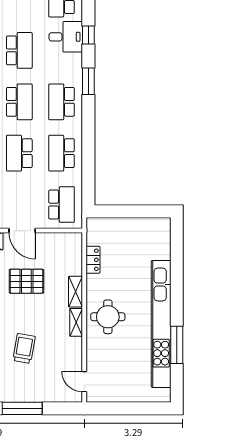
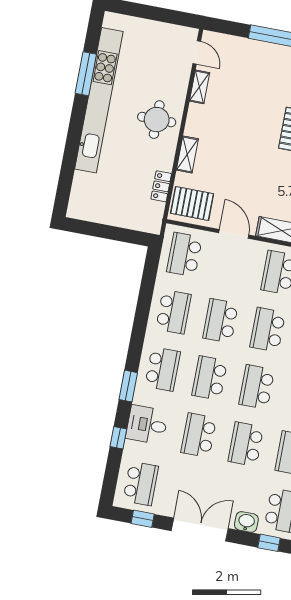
desk: (66, 37) -> (147, 425), moved
school desk: (19, 153) -> (221, 321), turned 180
pallet: (26, 281) -> (192, 203), moved
shelving: (76, 322) -> (199, 87), moved
trolley: (24, 348) -> (257, 102), removed

